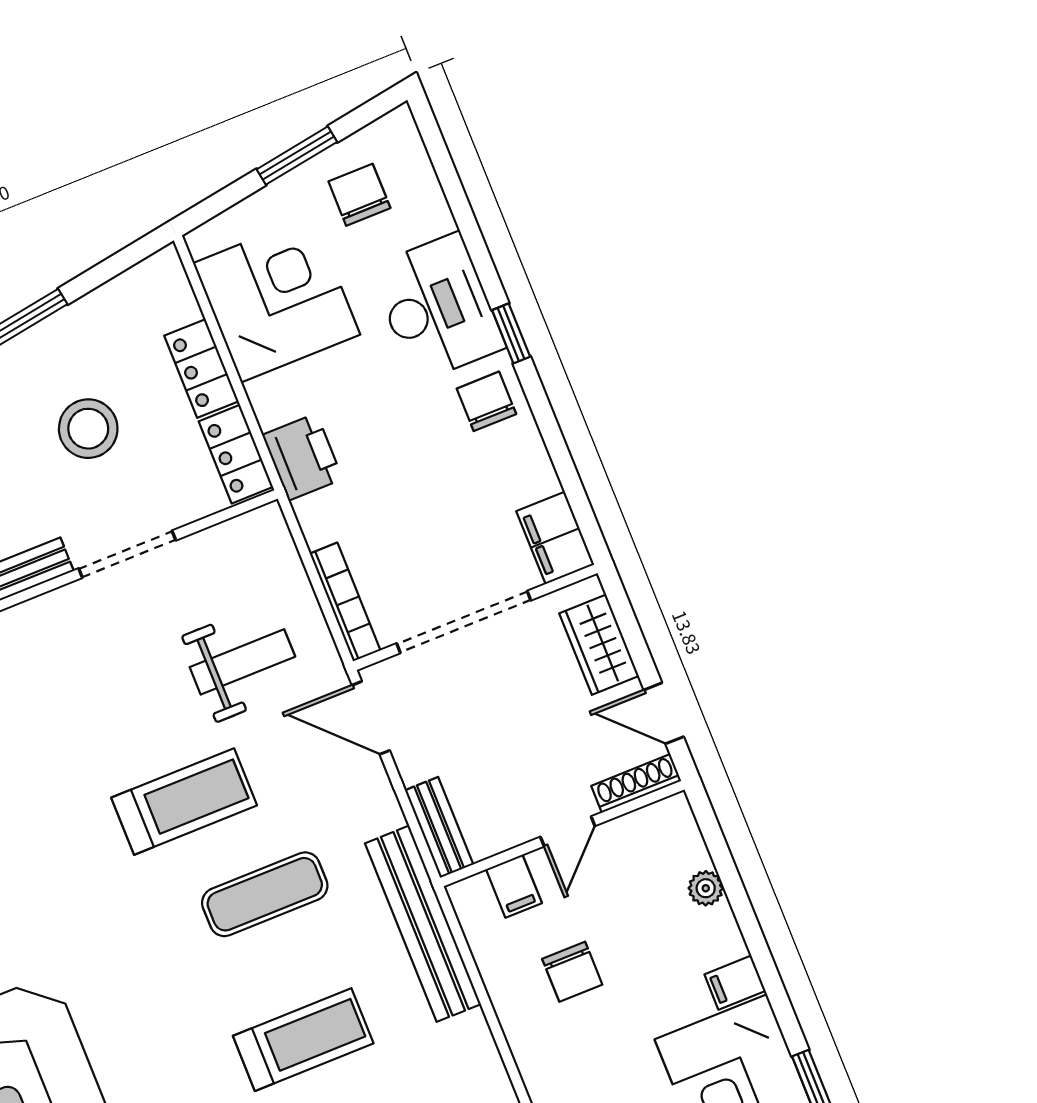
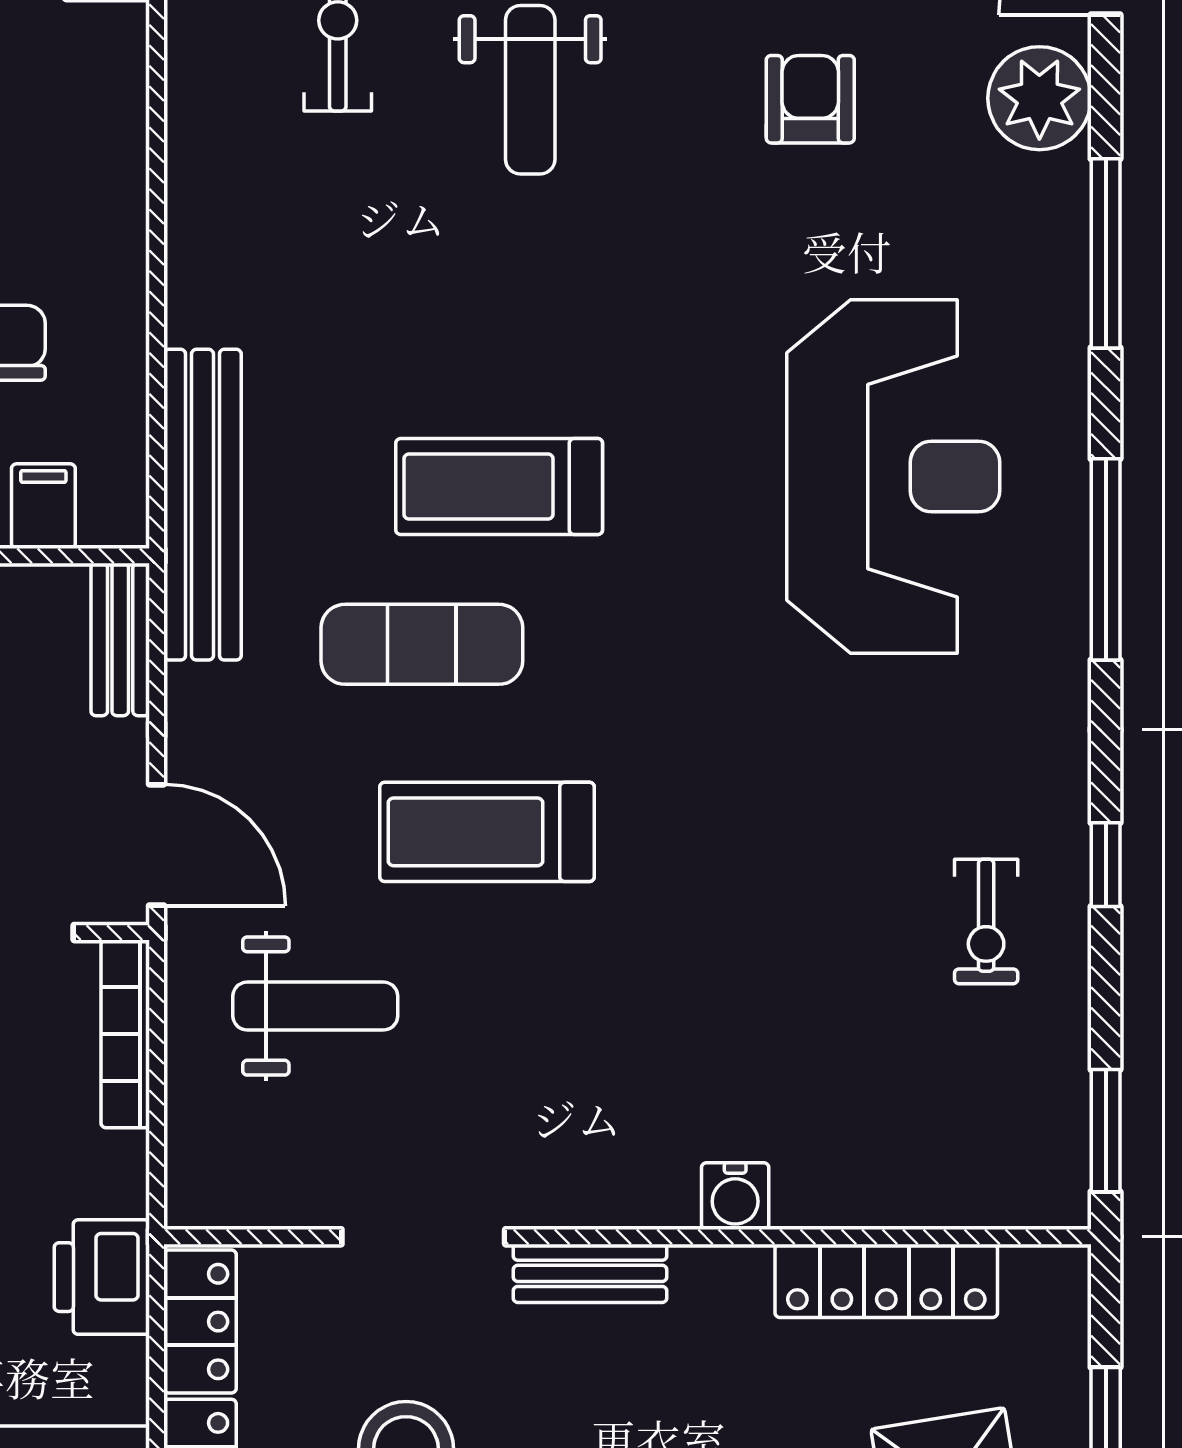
weight bench: (242, 662) -> (315, 1006), turned 180
treadmill: (303, 1040) -> (499, 487), moved

